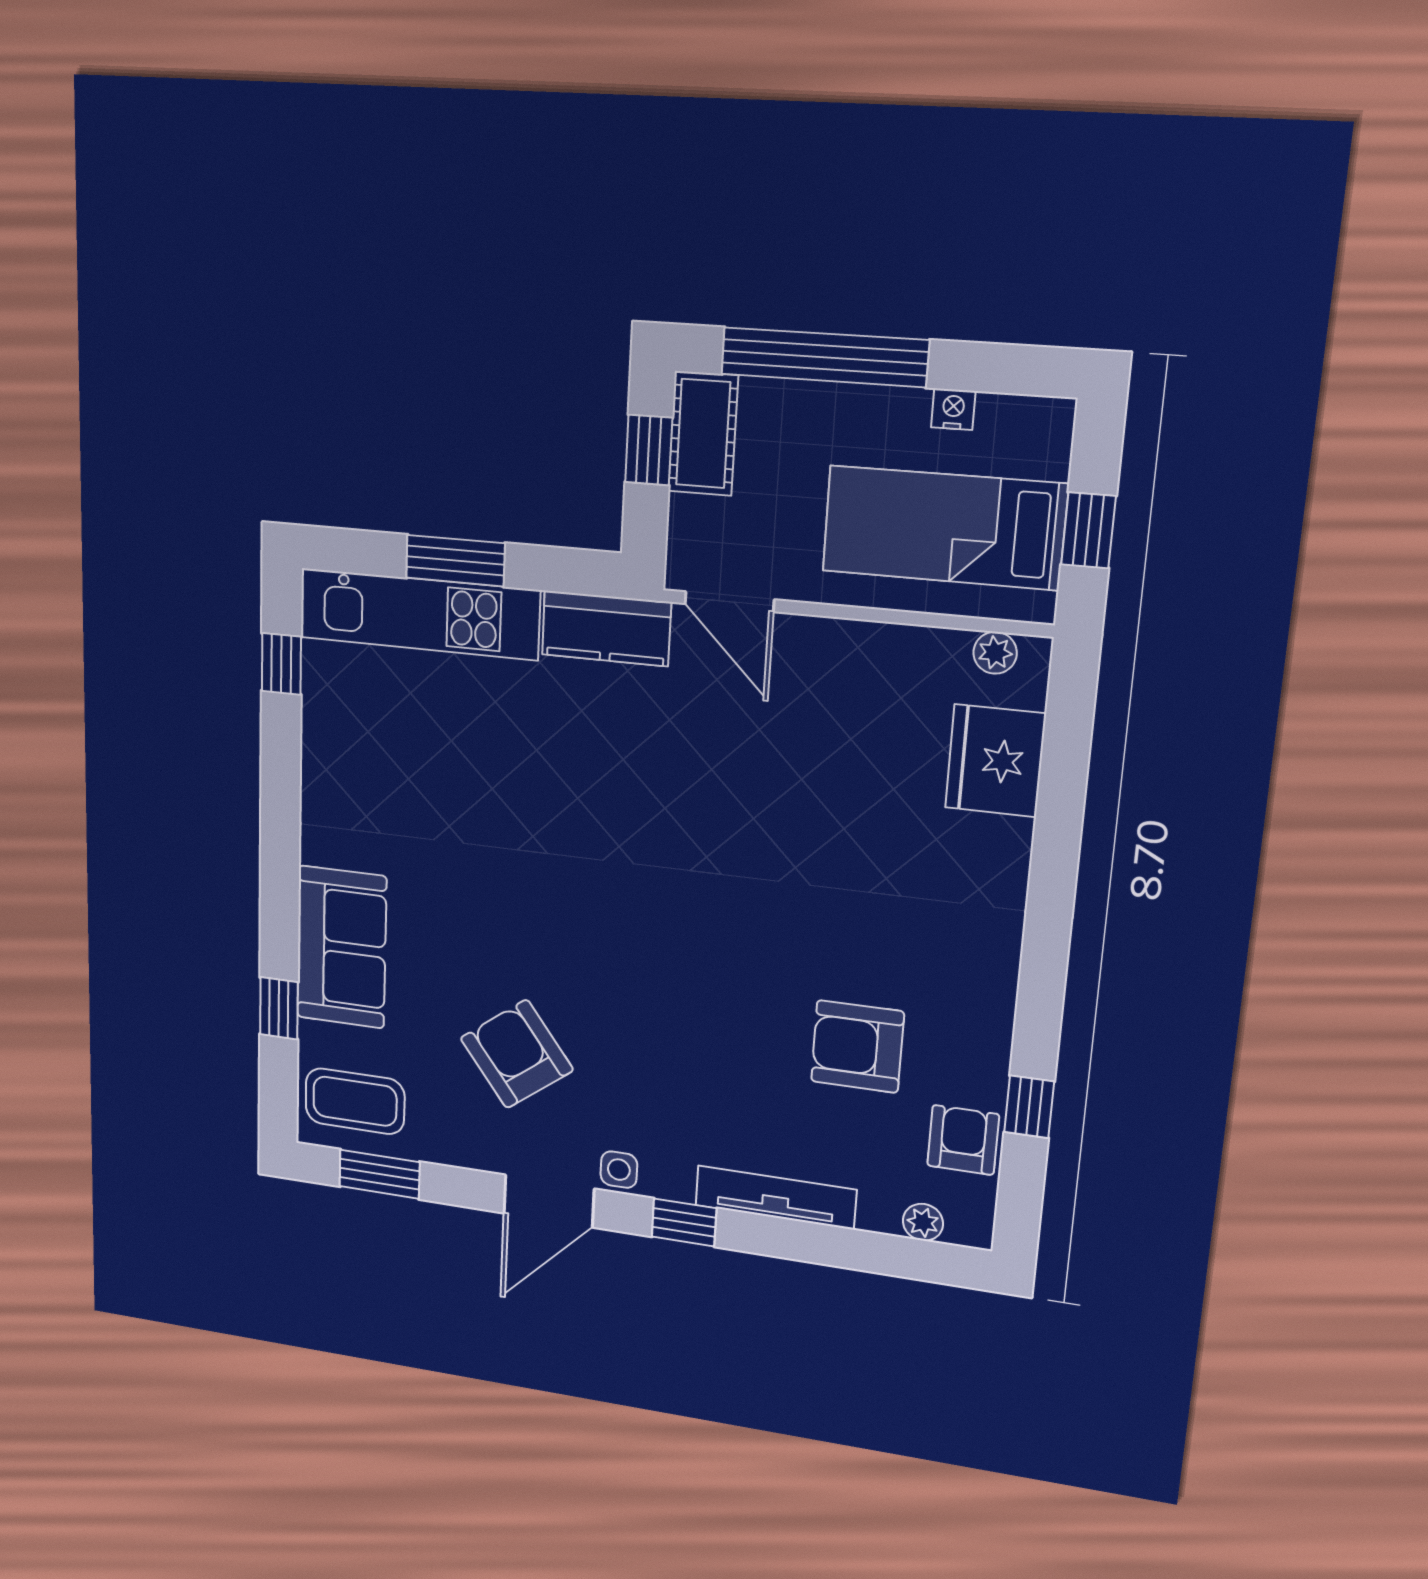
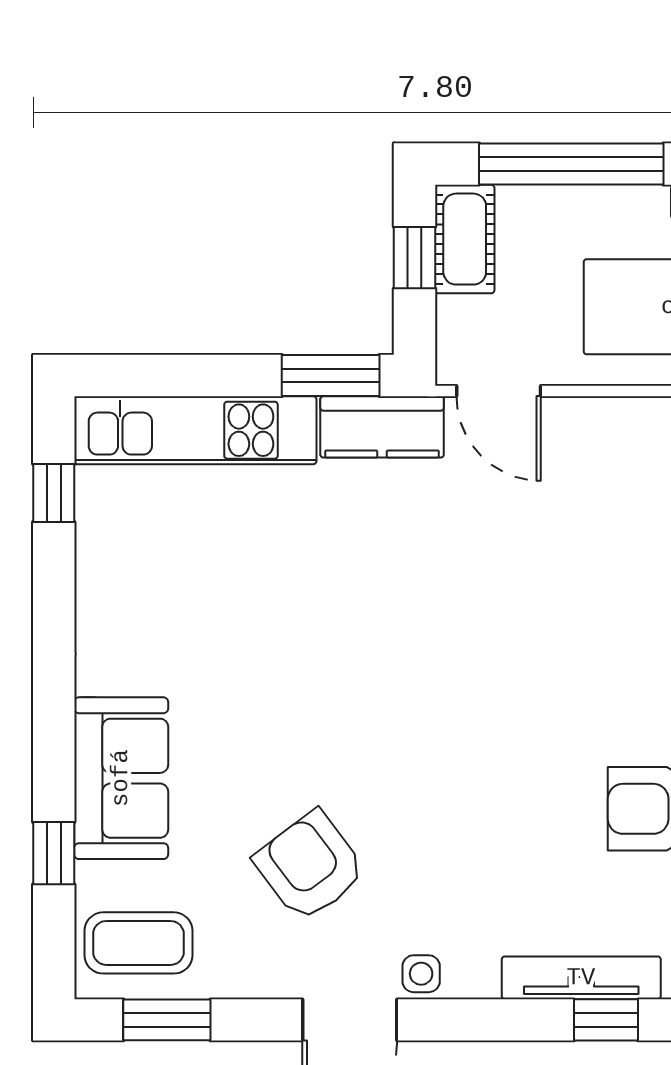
window: (455, 561) -> (331, 375), moved
window: (684, 1222) -> (606, 1020), moved

